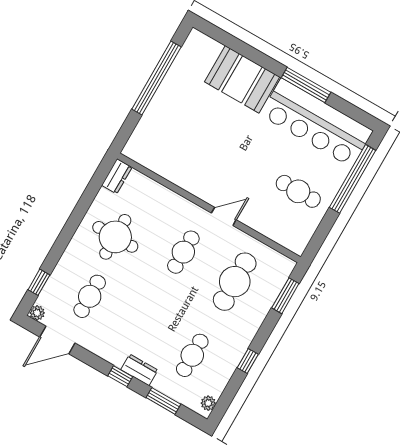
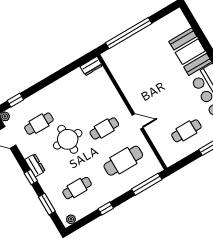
window: (156, 78) -> (129, 33), moved
cafe table: (298, 191) -> (186, 131), turned 90
round table: (115, 237) -> (68, 139), moved
window: (285, 296) -> (147, 184), width x1.44
dresser: (139, 370) -> (35, 165), moved

